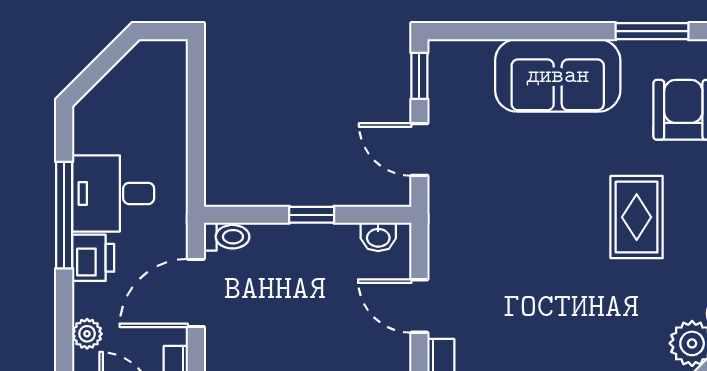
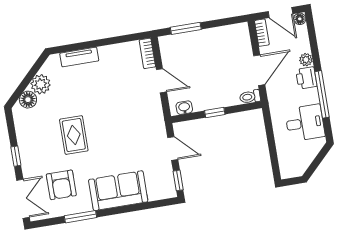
desk: (113, 193) -> (305, 123), moved
plant: (87, 334) -> (306, 60), moved

